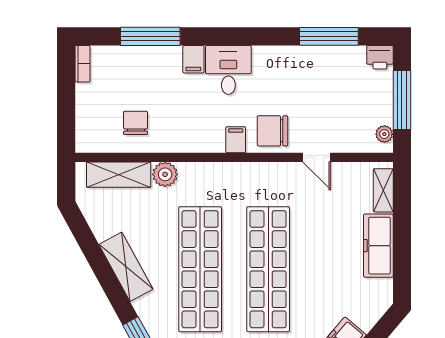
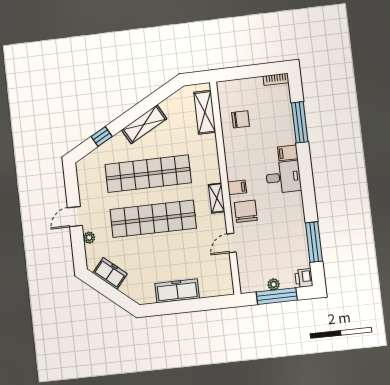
plant: (384, 134) -> (274, 284), moved
plant: (165, 174) -> (208, 143), removed
shelving: (383, 190) -> (217, 198), moved, turned 90

